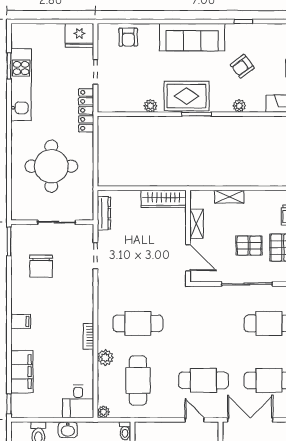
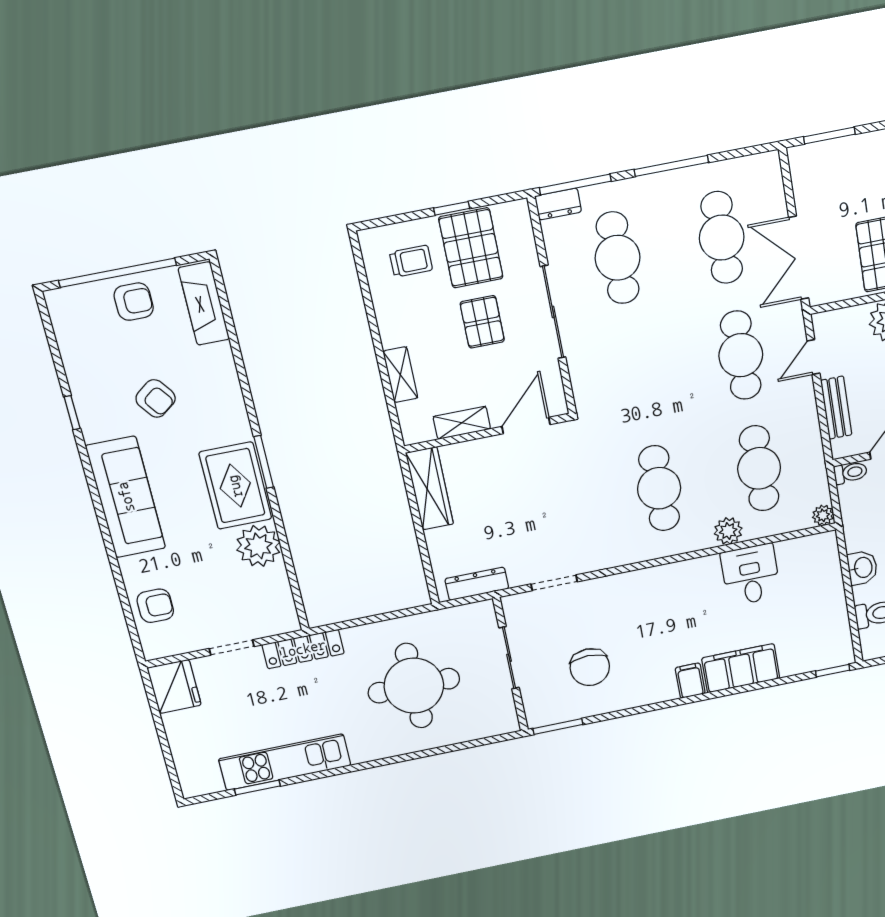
plant: (150, 106) -> (258, 546), width x1.88, depth x1.88
plant: (239, 106) -> (230, 389), removed
chair: (41, 266) -> (590, 667), turned 90
bookcase: (88, 336) -> (696, 566), removed
filing cabinet: (22, 372) -> (741, 668), moved
cafe table: (138, 380) -> (759, 468), turned 90
desk: (78, 401) -> (751, 575), moved, turned -90
bench: (164, 428) -> (836, 408), added

